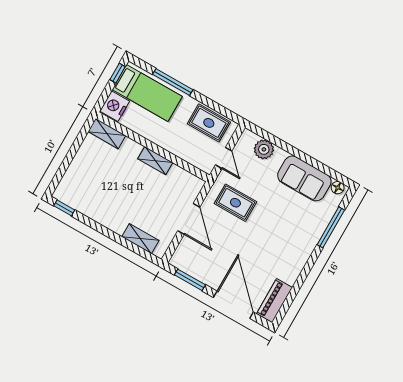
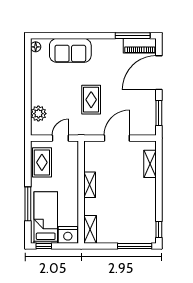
window: (61, 171) -> (135, 246), added
sofa: (304, 178) -> (70, 50), moved, turned 90
rug: (235, 203) -> (91, 100), moved
window: (331, 227) -> (133, 36), moved

